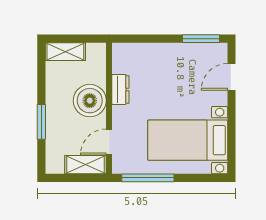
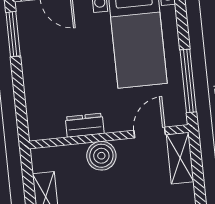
boiler: (90, 101) -> (101, 156), width x0.73, depth x0.73
door: (109, 142) -> (150, 133), swing flipped

